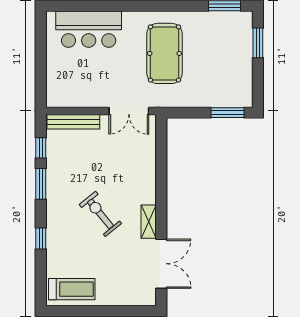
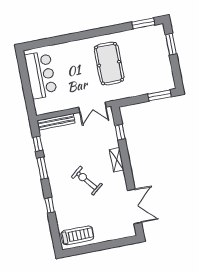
bar counter: (89, 29) -> (41, 75), moved, turned -90
window: (161, 154) -> (120, 132), added
shelving: (149, 222) -> (117, 160), moved

